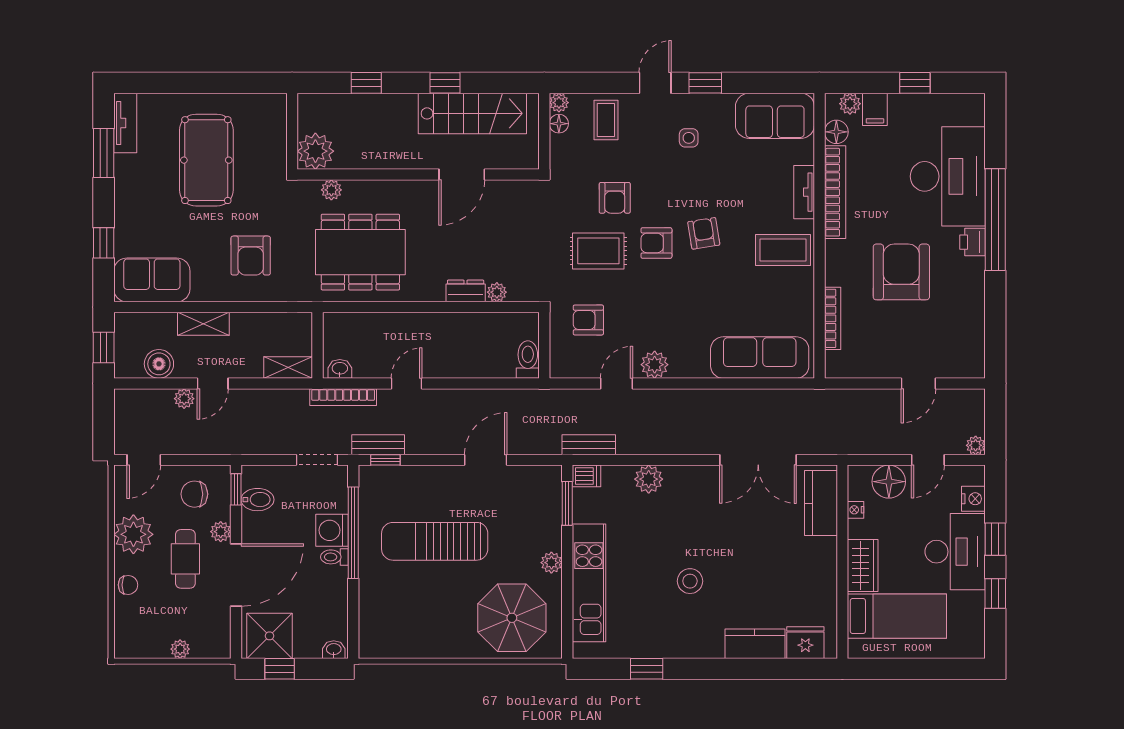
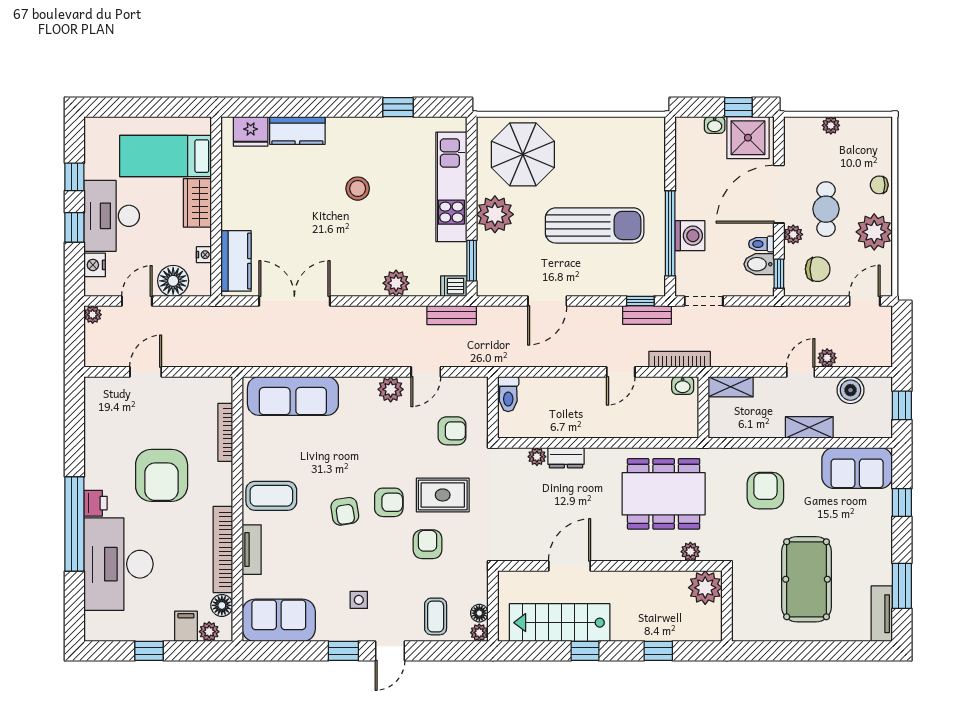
toilet: (334, 557) -> (761, 244), moved, turned 180
plant: (551, 563) -> (495, 214), width x1.88, depth x1.88
washbasin: (334, 650) -> (715, 125), moved

